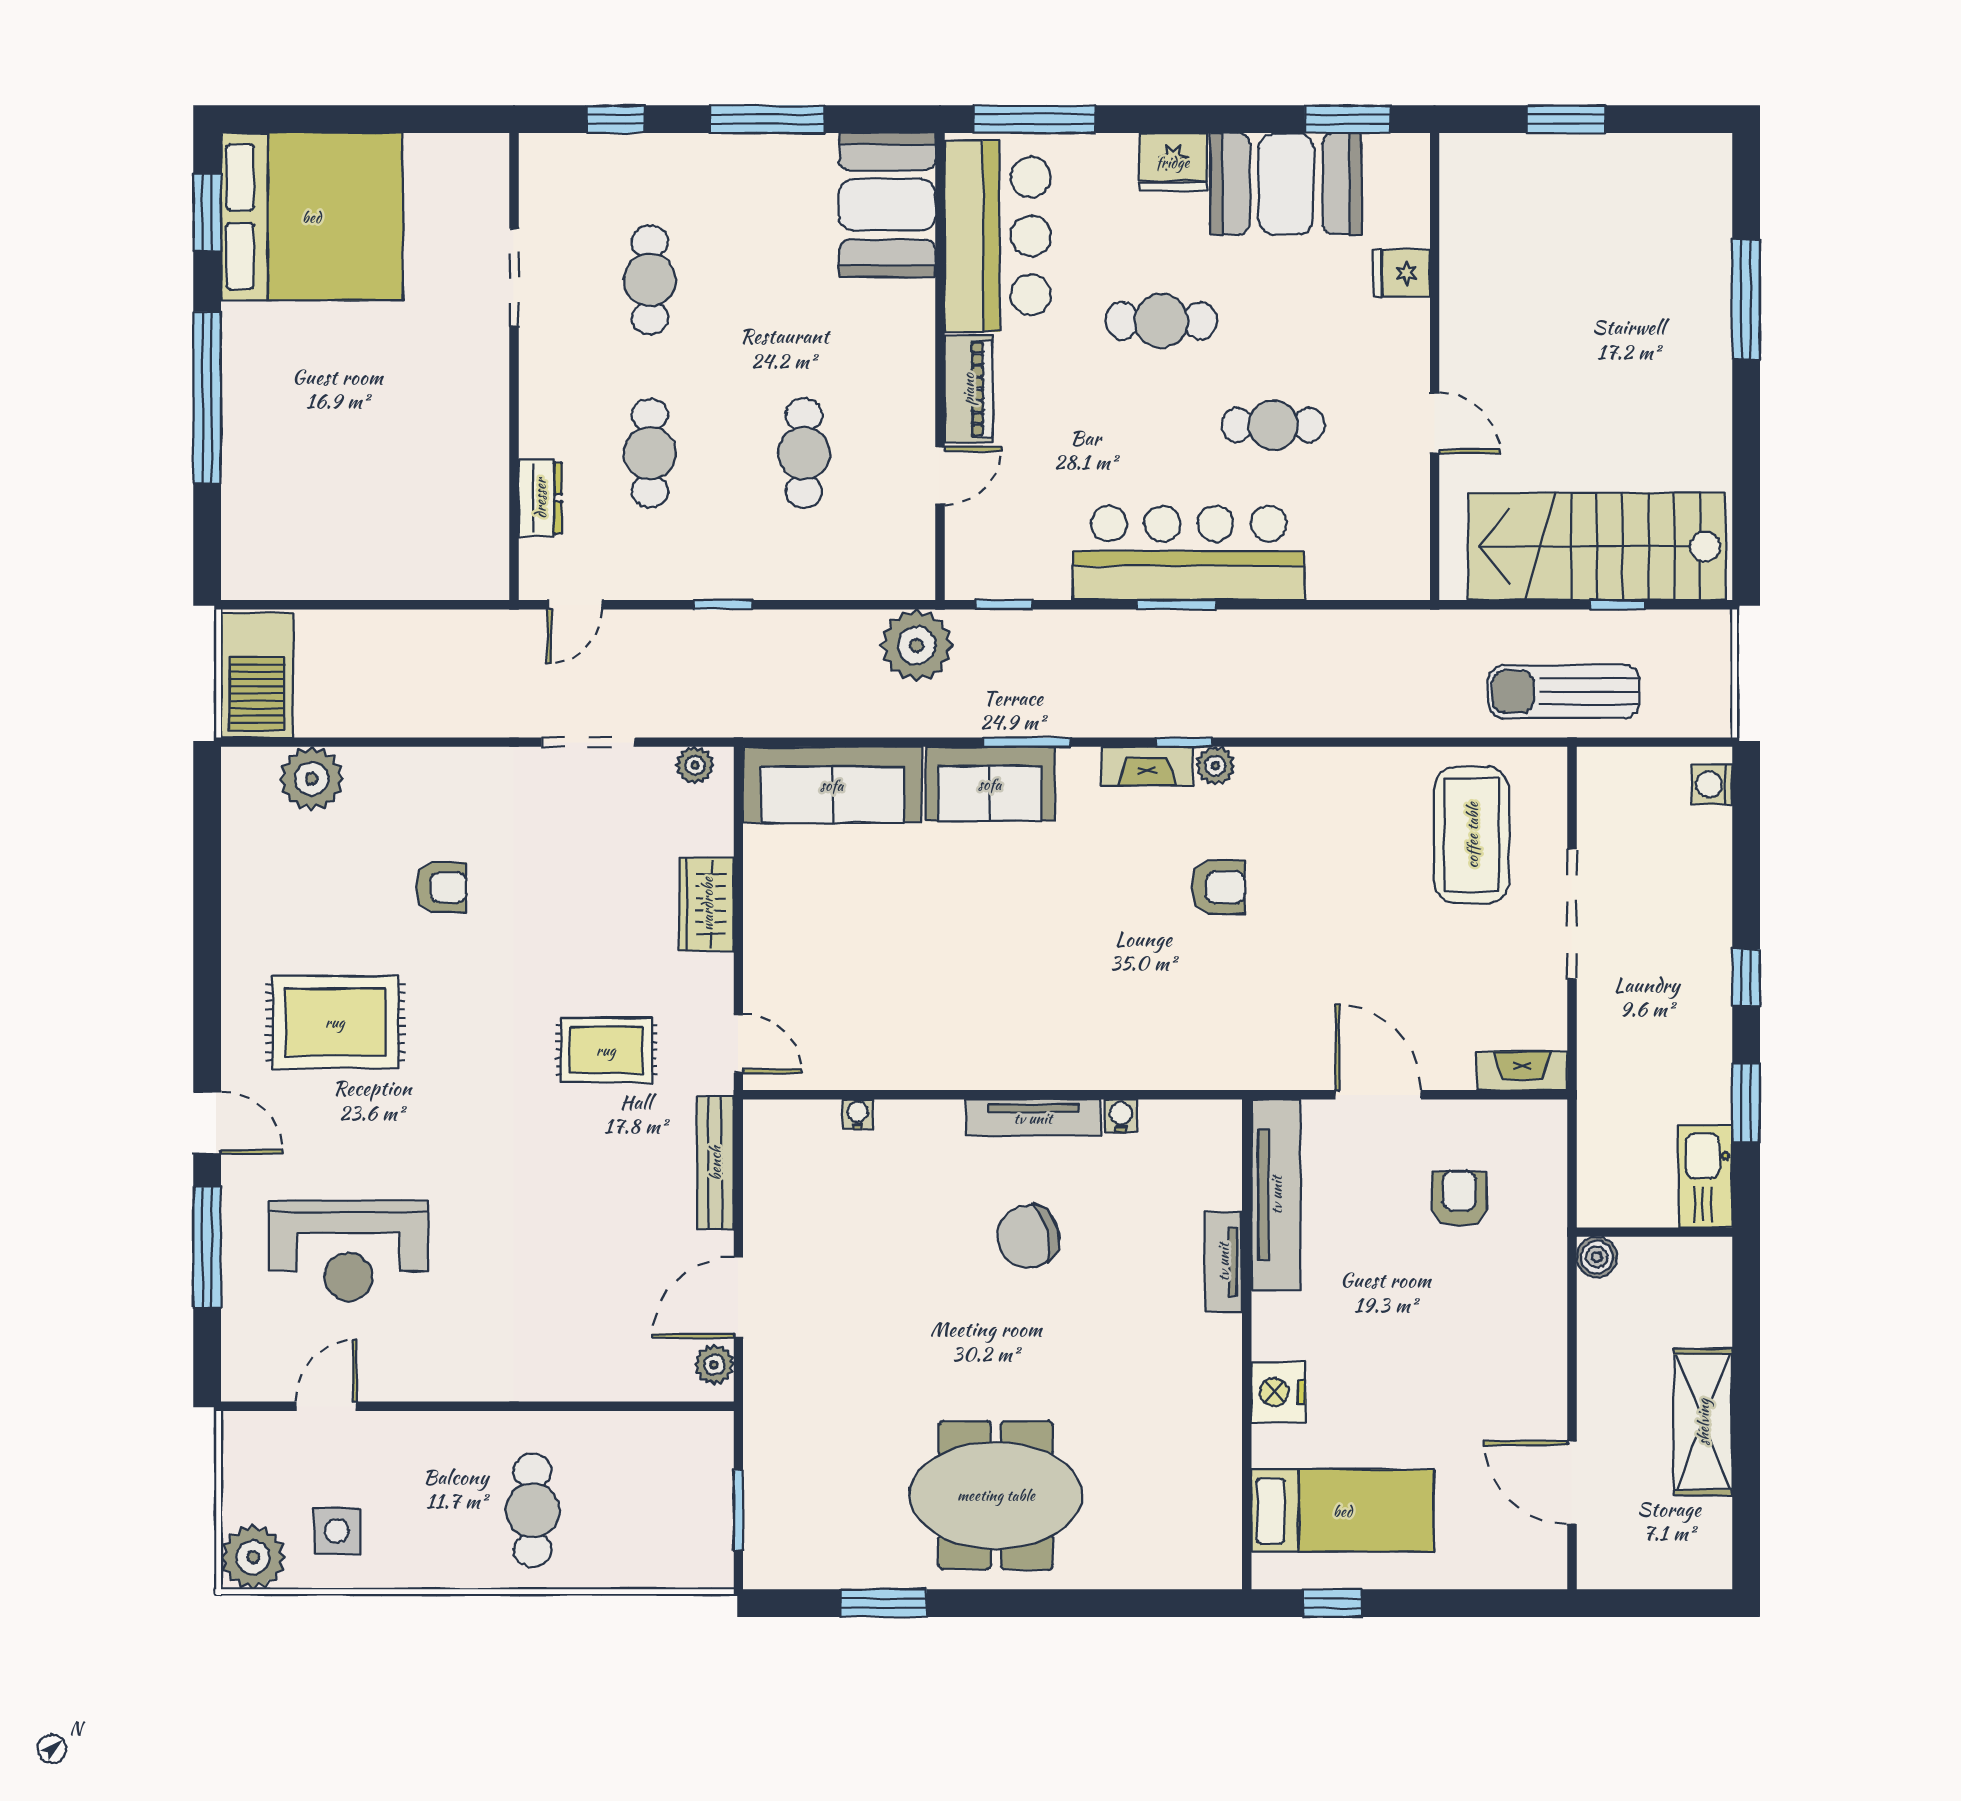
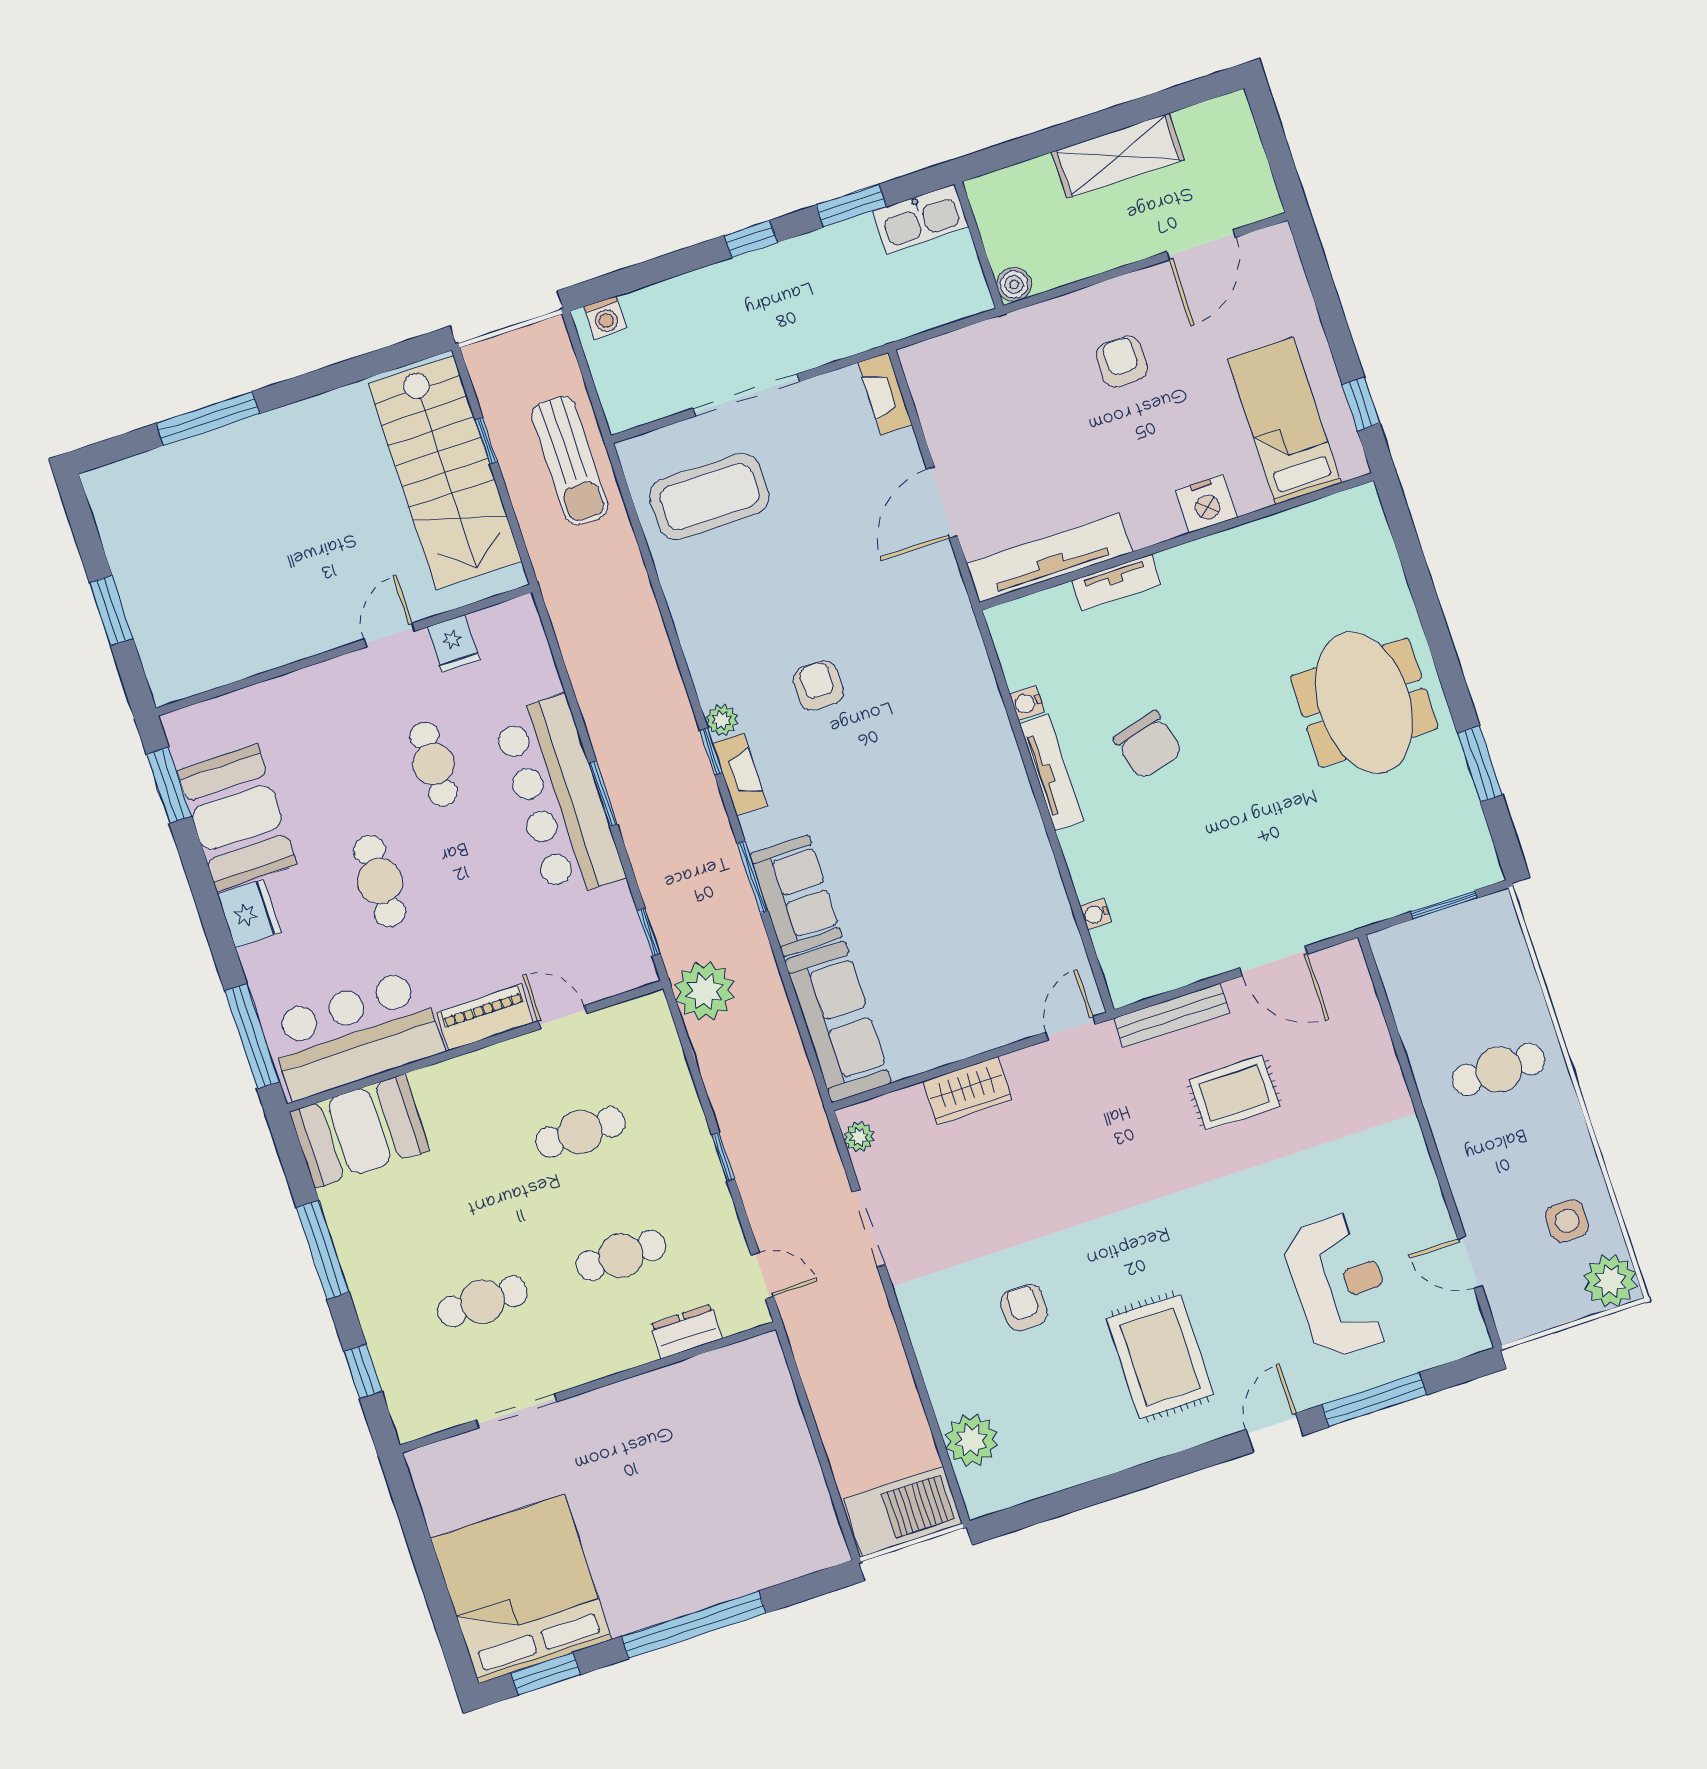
fridge: (1402, 273) -> (453, 643), moved
rug: (606, 1050) -> (1234, 1093), moved, turned 90
armchair: (1459, 1199) -> (1122, 362), moved, turned 90
plant: (714, 1365) -> (1334, 963), removed

